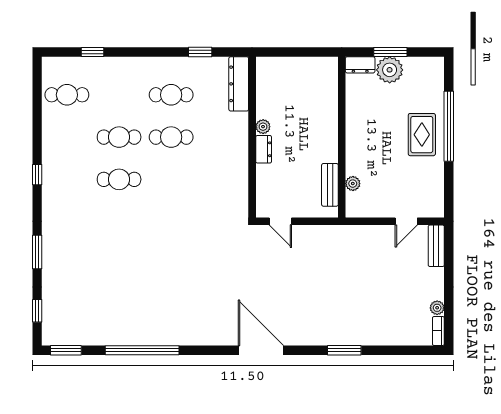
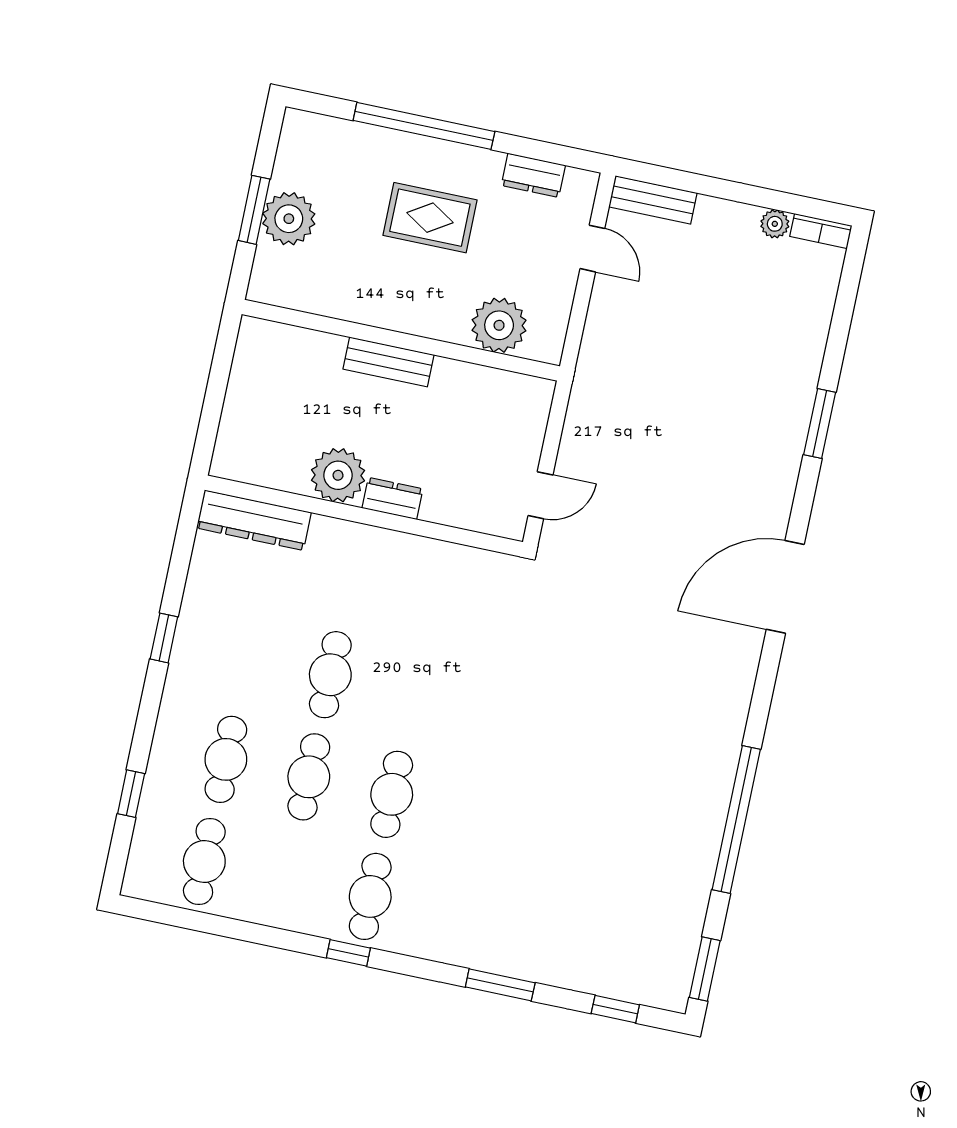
window: (200, 52) -> (164, 638), moved
dresser: (360, 65) -> (533, 175), moved, turned 90
cafe table: (171, 95) -> (226, 759), moved
plant: (263, 127) -> (338, 475), width x1.87, depth x1.87
rug: (422, 135) -> (430, 218), moved
cafe table: (67, 179) -> (370, 896), added
plant: (353, 184) -> (499, 325), width x1.88, depth x1.88
bench: (330, 185) -> (389, 362), moved

